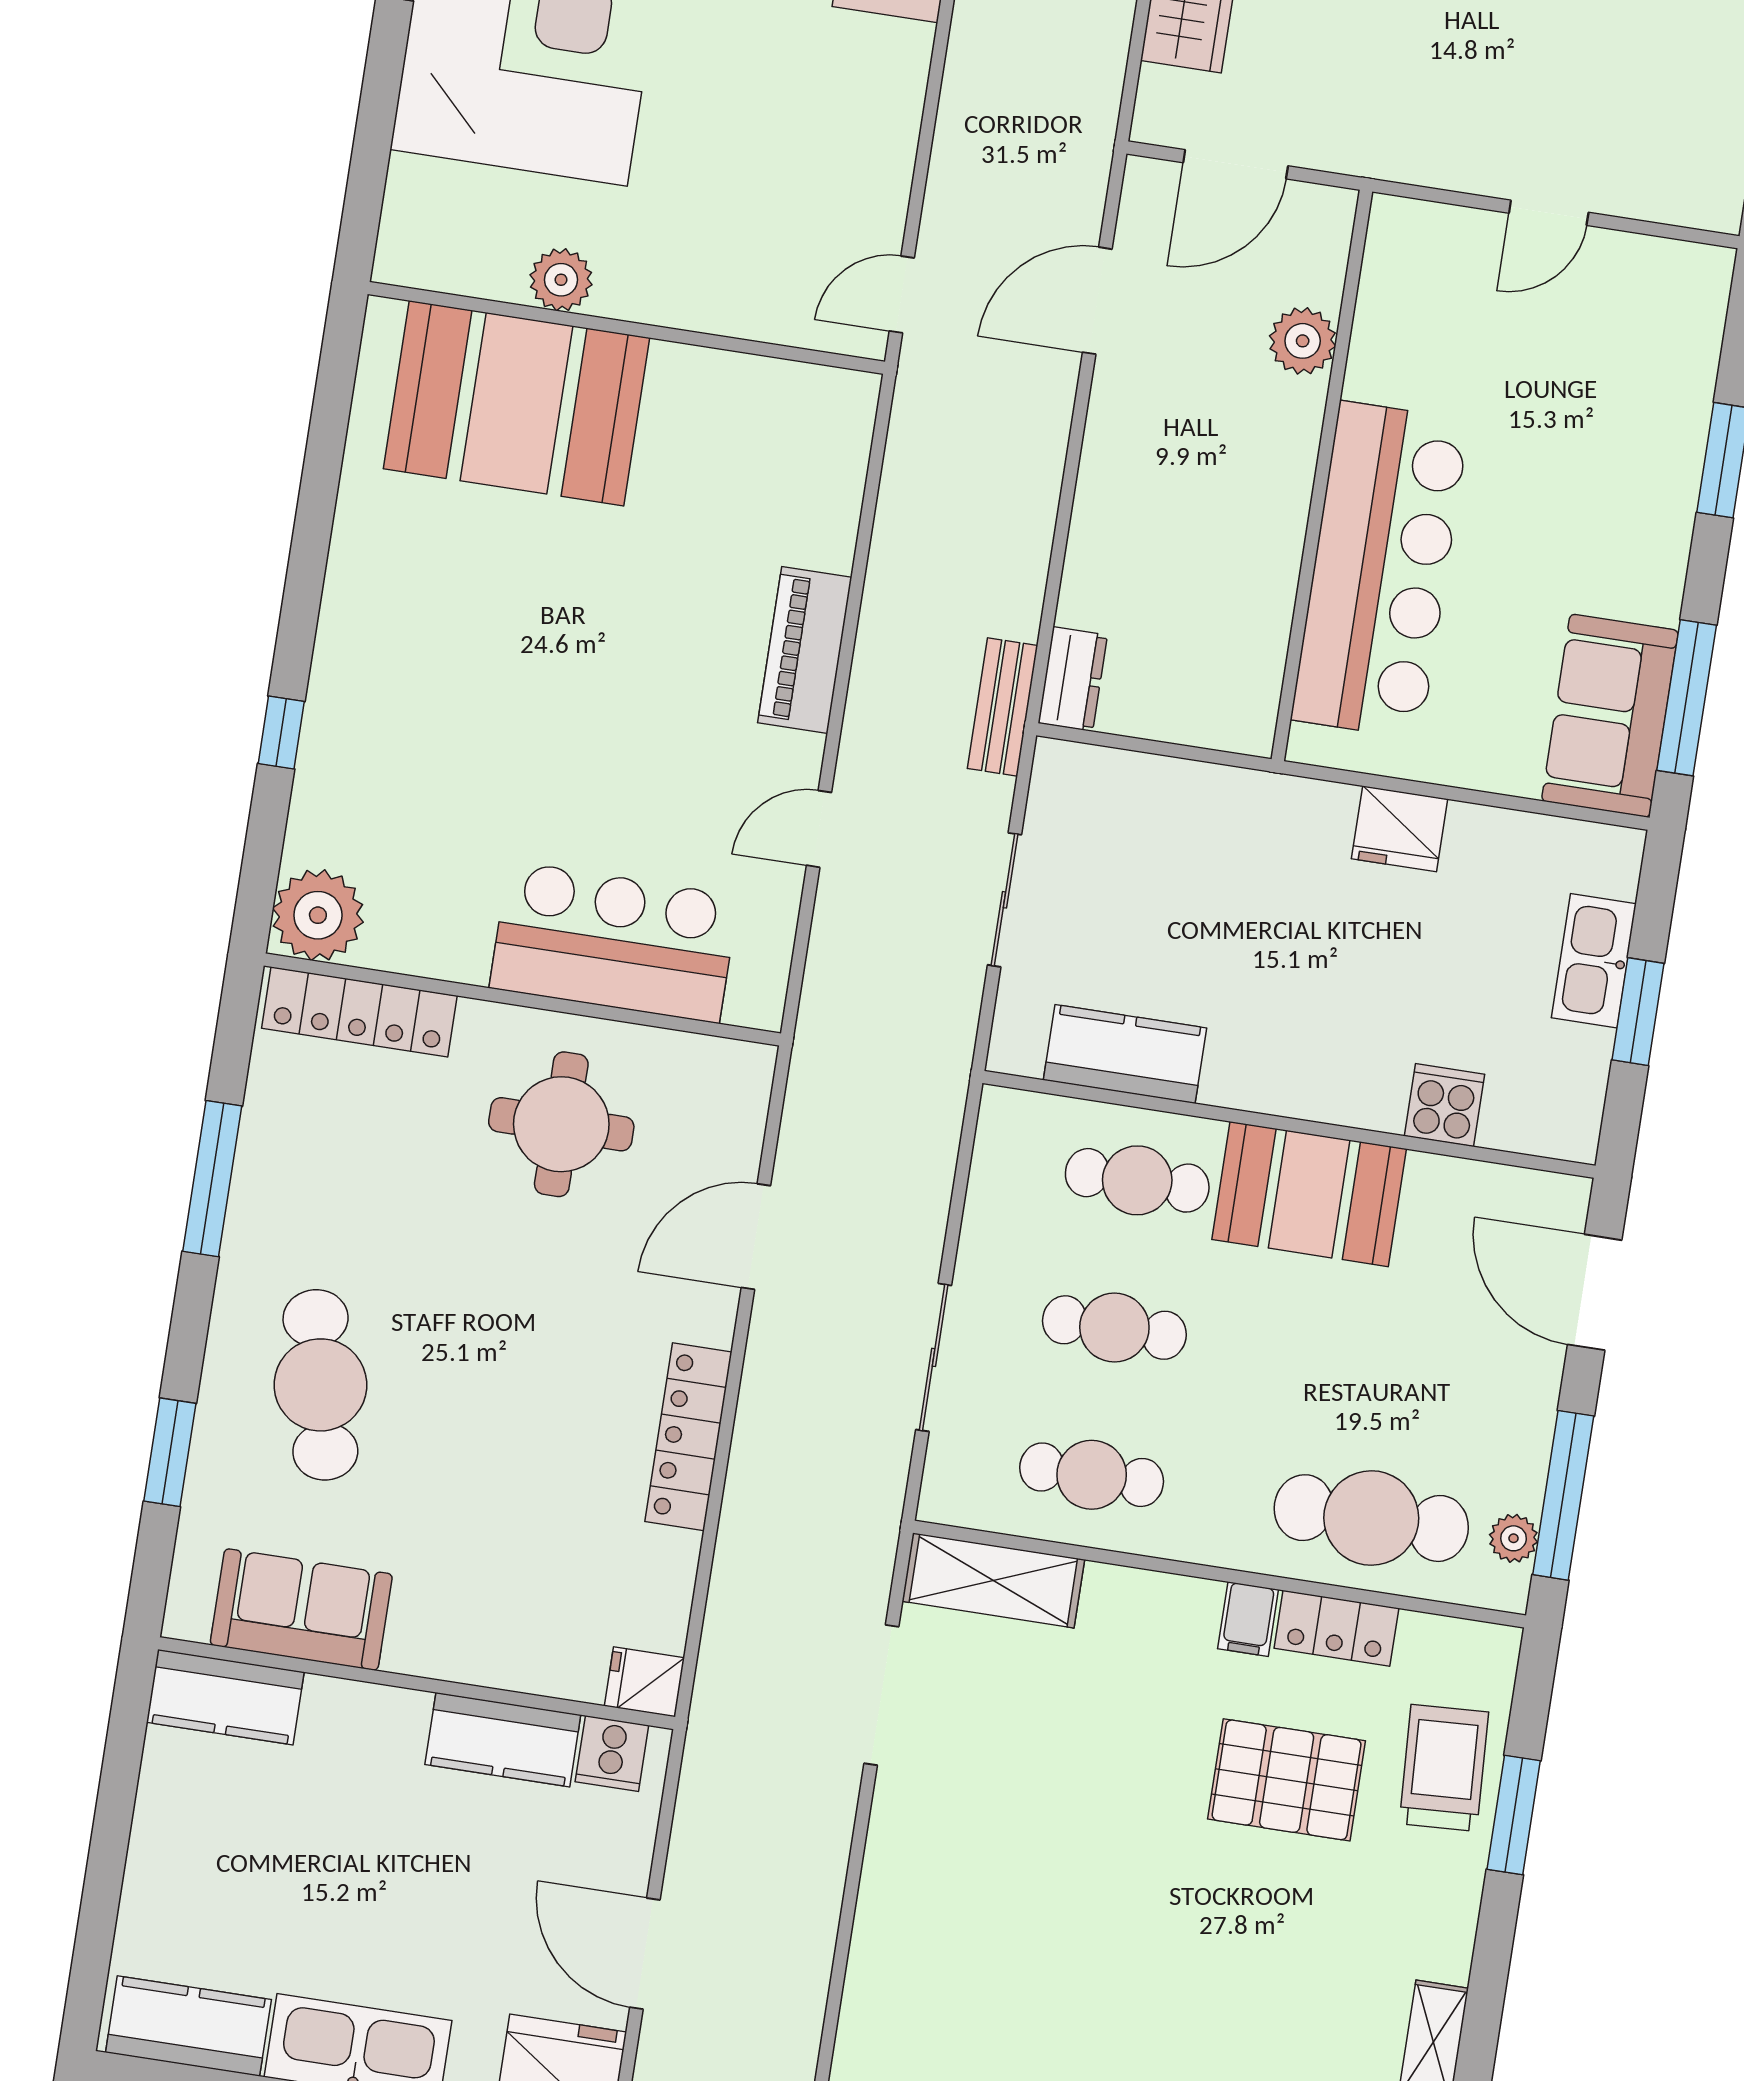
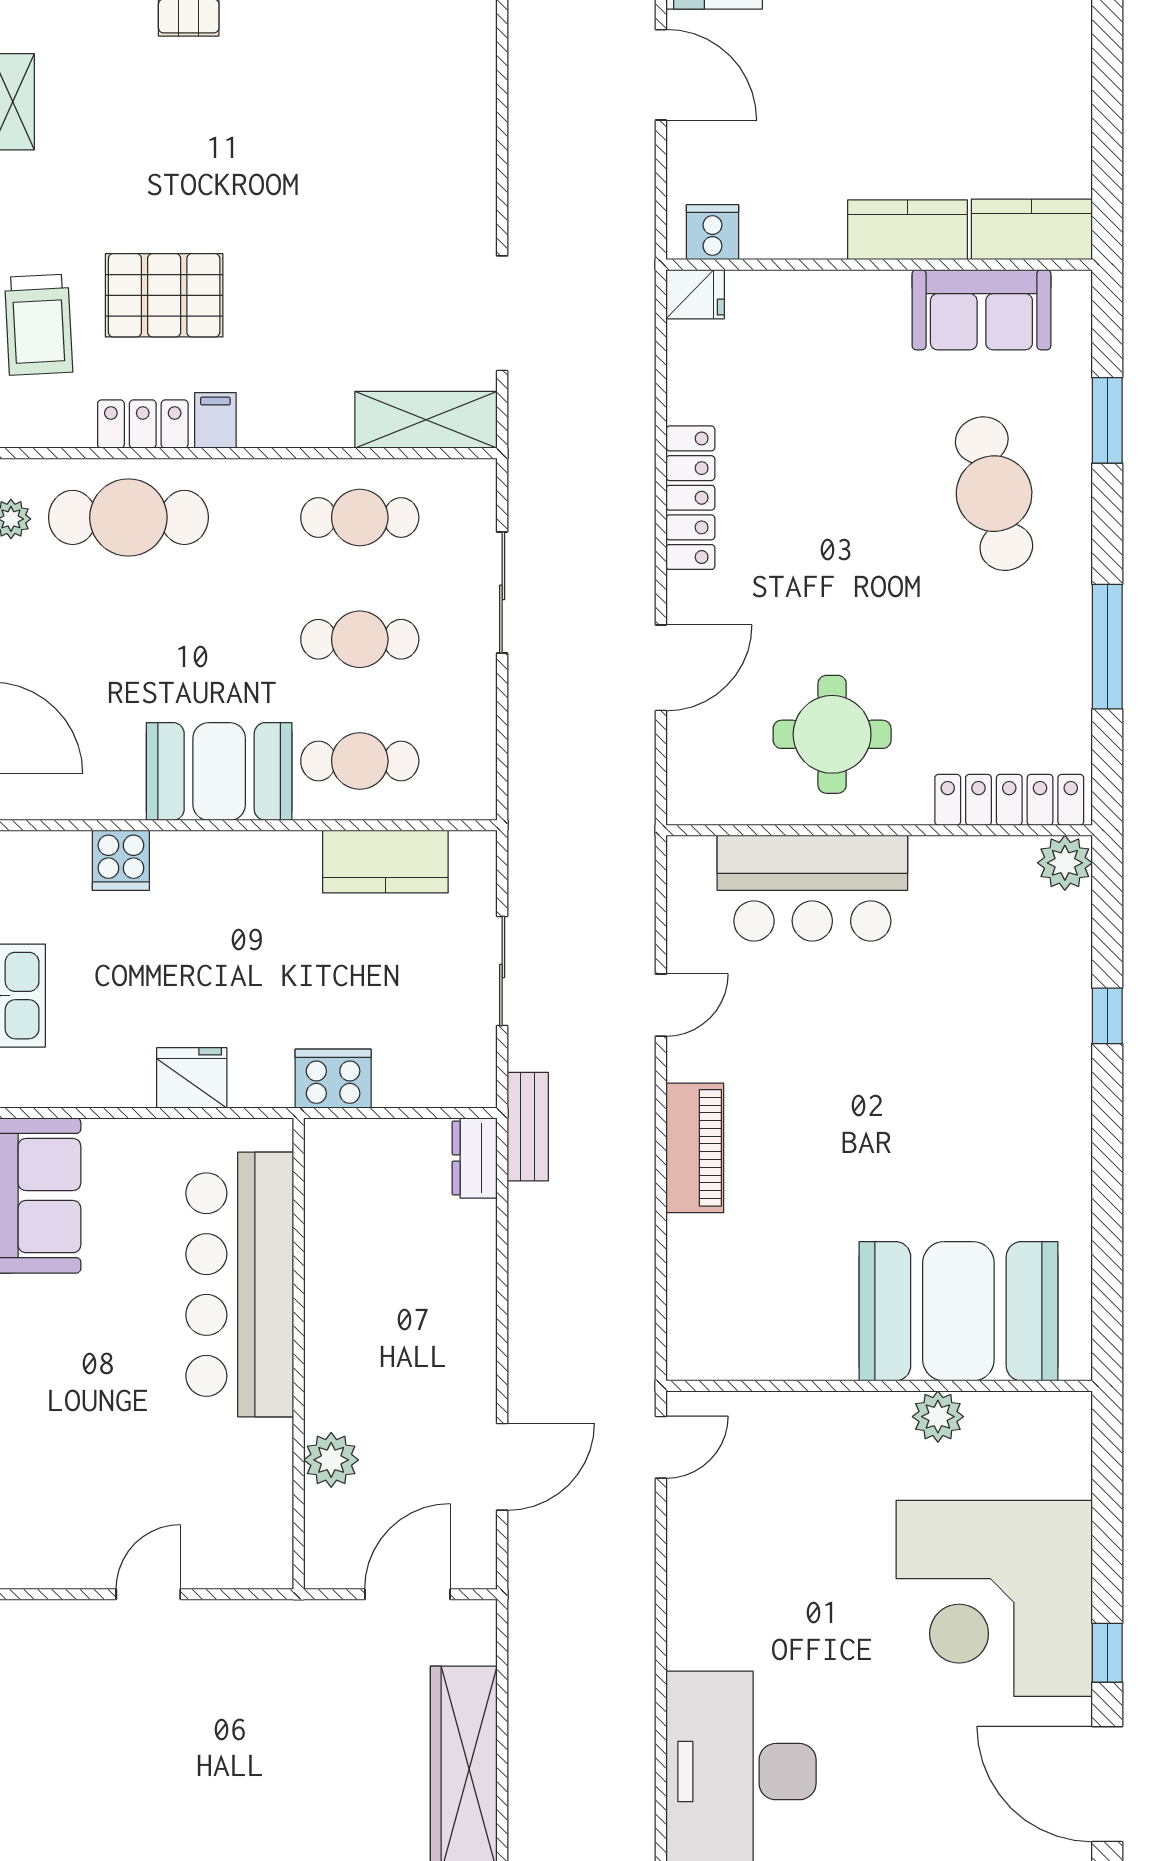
cooker: (1229, 801) -> (333, 1079), added
plant: (318, 915) -> (1065, 863), width x0.73, depth x0.73
kitchen counter: (503, 1740) -> (908, 230), moved

